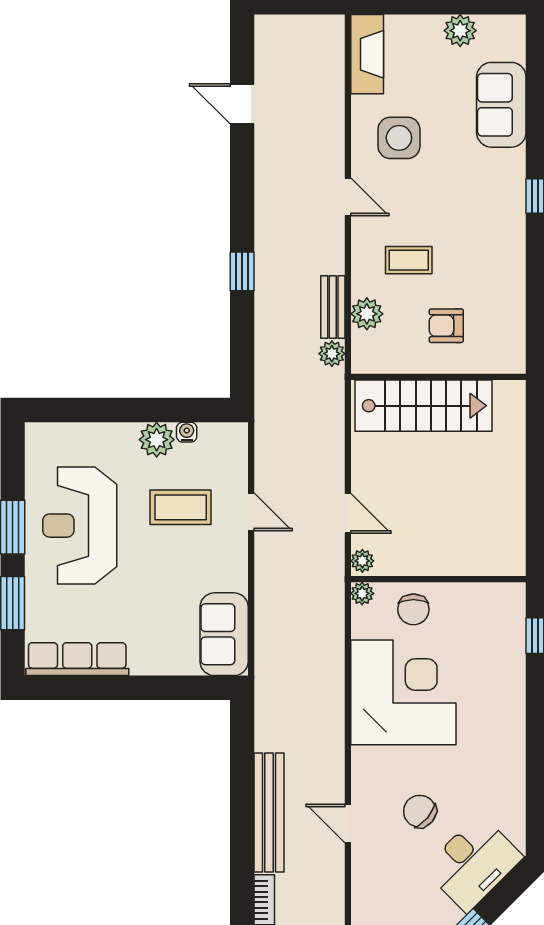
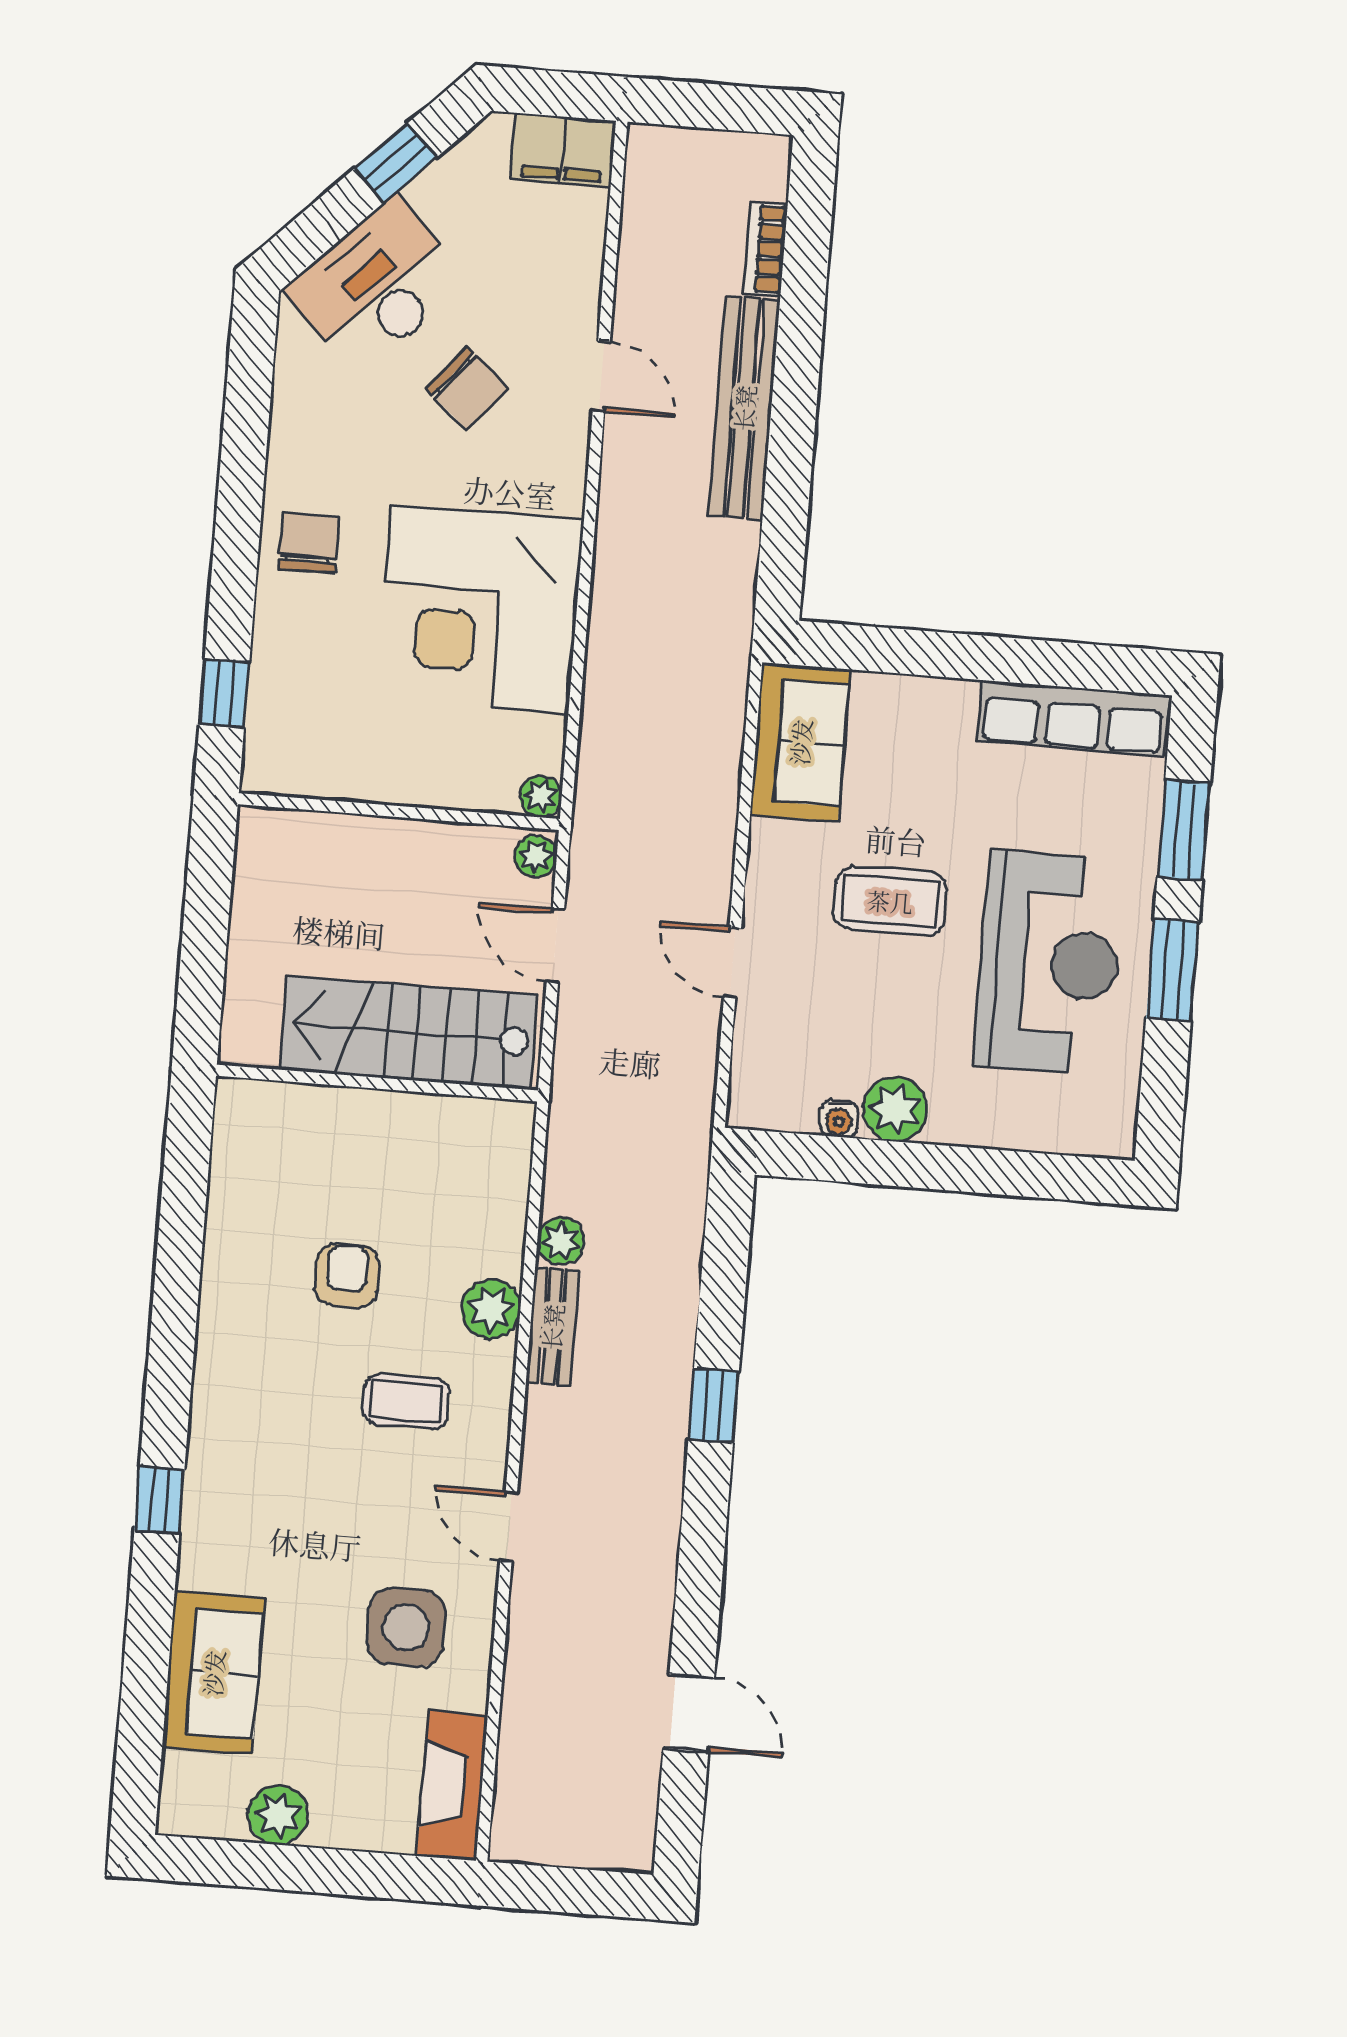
armchair: (446, 326) -> (347, 1276), turned -90
wall: (438, 377) -> (377, 1083), moved
stairs: (423, 406) -> (409, 1032), moved
coffee table: (181, 507) -> (890, 901), moved
chair: (413, 609) -> (309, 543), moved

